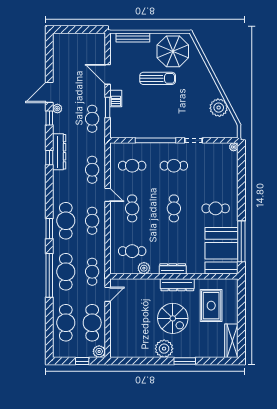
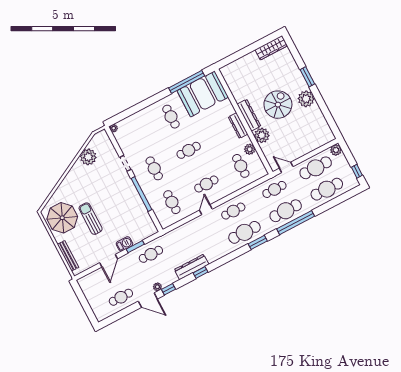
cafe table: (92, 170) -> (121, 297), moved
plant: (151, 287) -> (262, 135), added
rug: (211, 306) -> (251, 79), removed
window: (82, 361) -> (357, 171), moved

